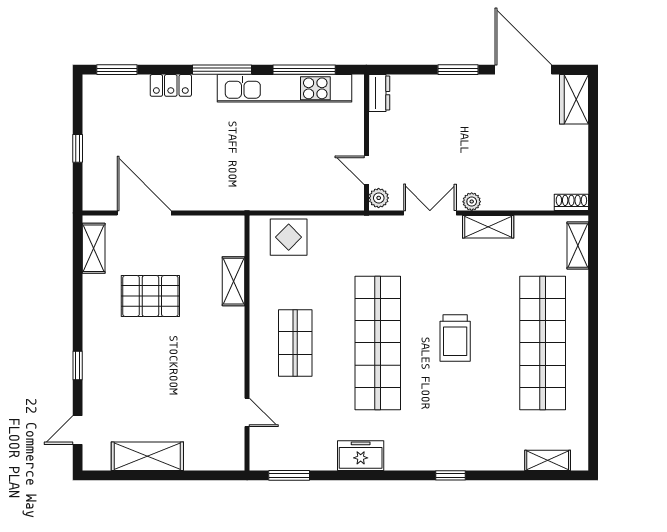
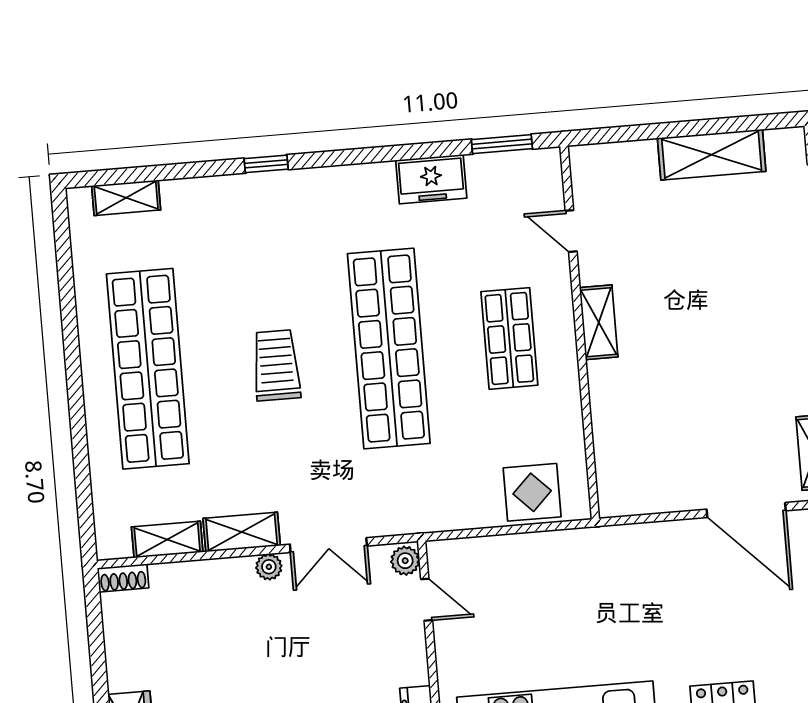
shelving: (578, 246) -> (167, 539), moved, turned 90
shelving: (234, 281) -> (599, 322), moved
pallet: (150, 296) -> (727, 389), removed
freezer: (361, 456) -> (431, 179), moved

